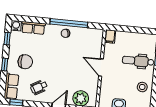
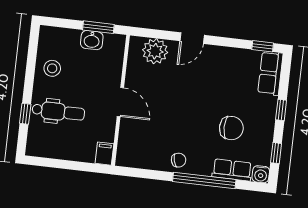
window: (69, 23) -> (204, 181), moved
chair: (25, 62) -> (231, 128), moved, turned 180
wheelchair: (39, 87) -> (224, 71), removed

